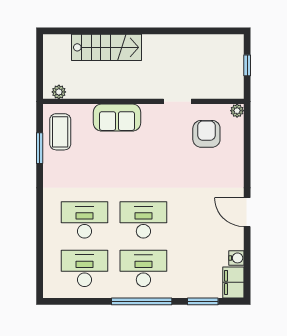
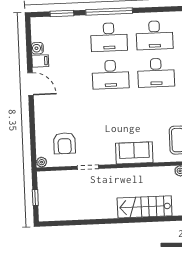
filing cabinet: (233, 282) -> (40, 61), moved, width x0.50

